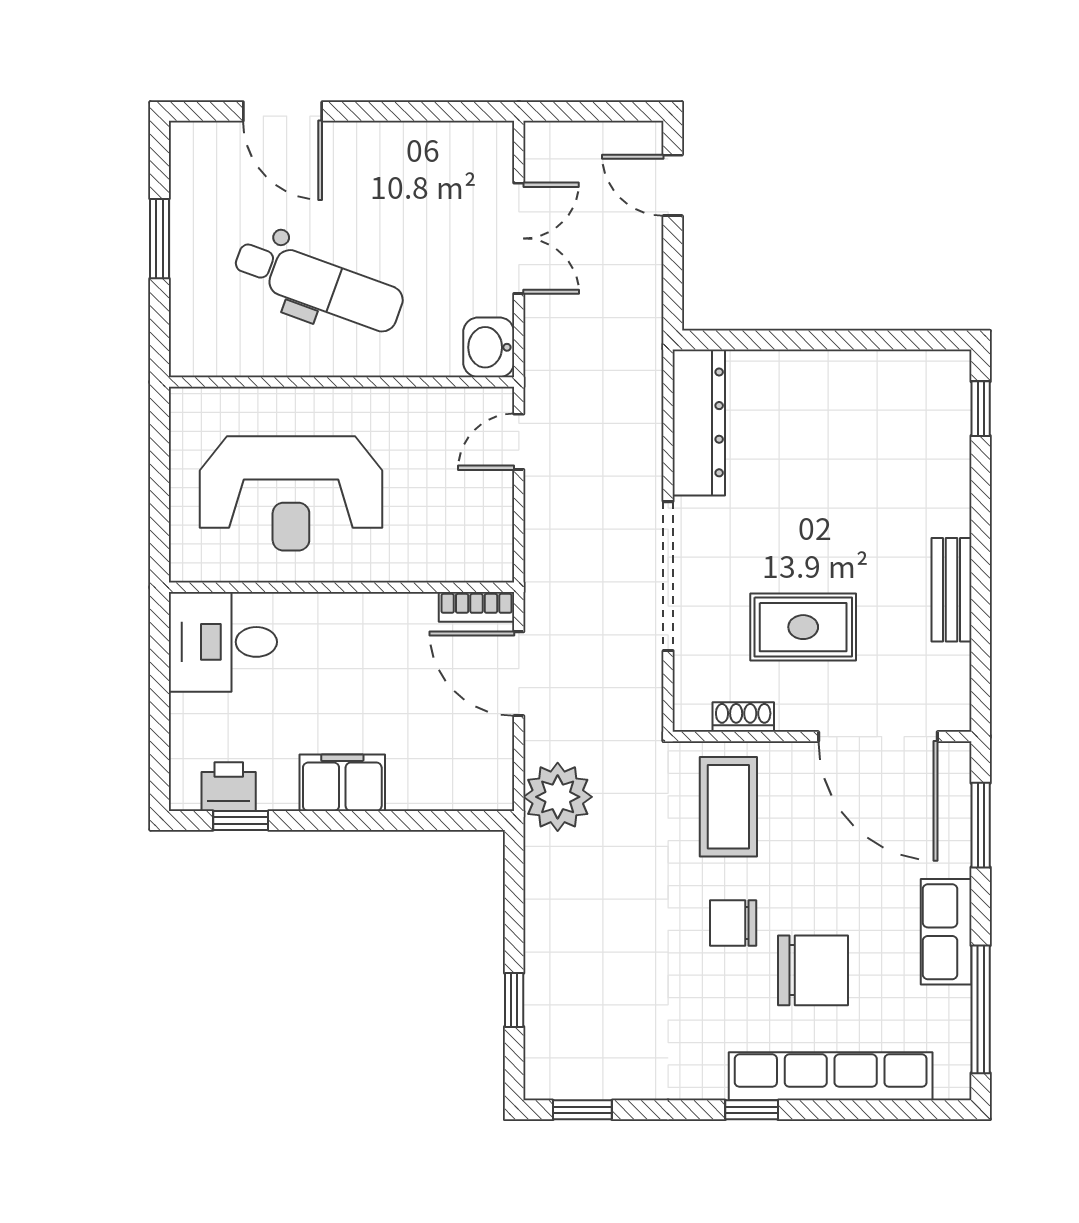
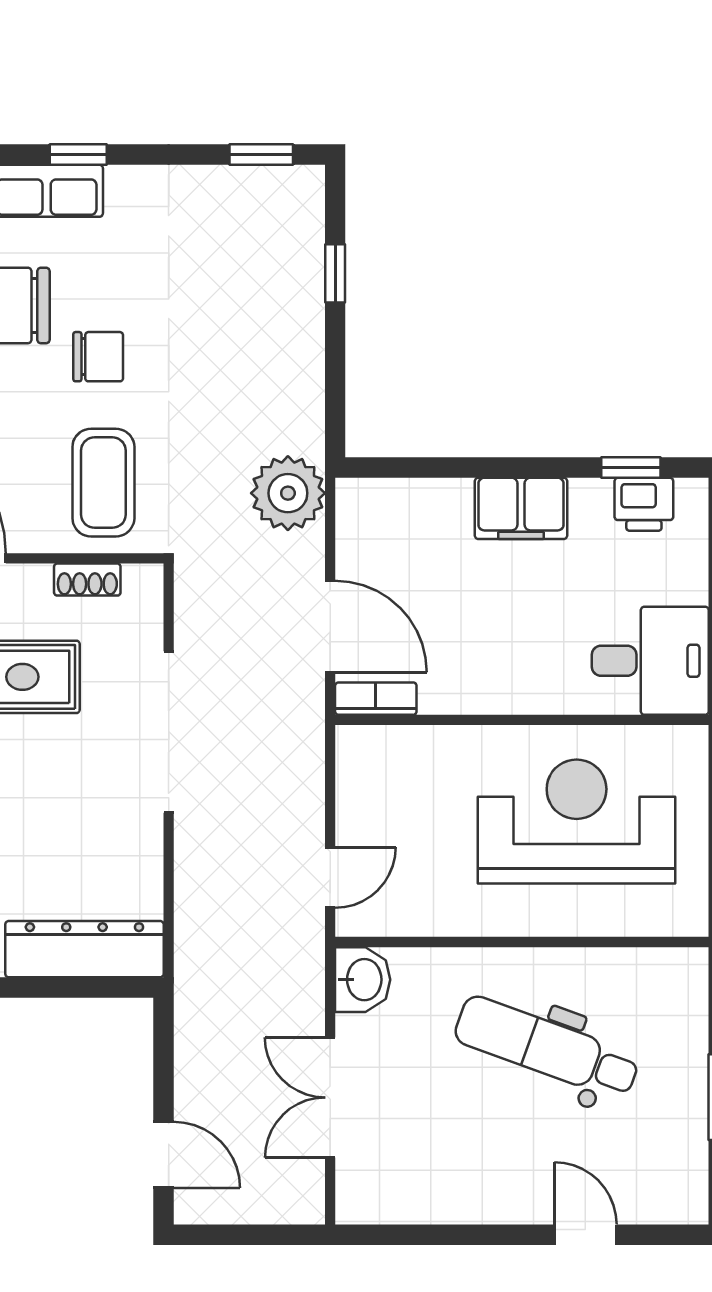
door: (283, 111) -> (586, 1235), width x0.73
dresser: (699, 422) -> (84, 949), moved, turned 90

